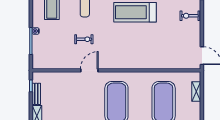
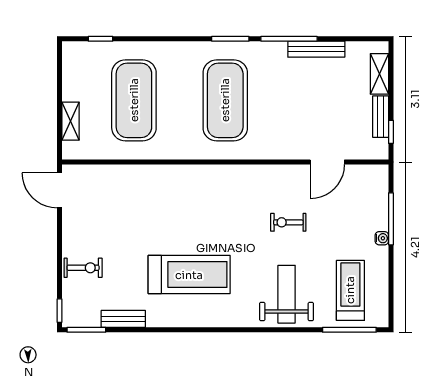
door: (89, 70) -> (327, 162), moved

